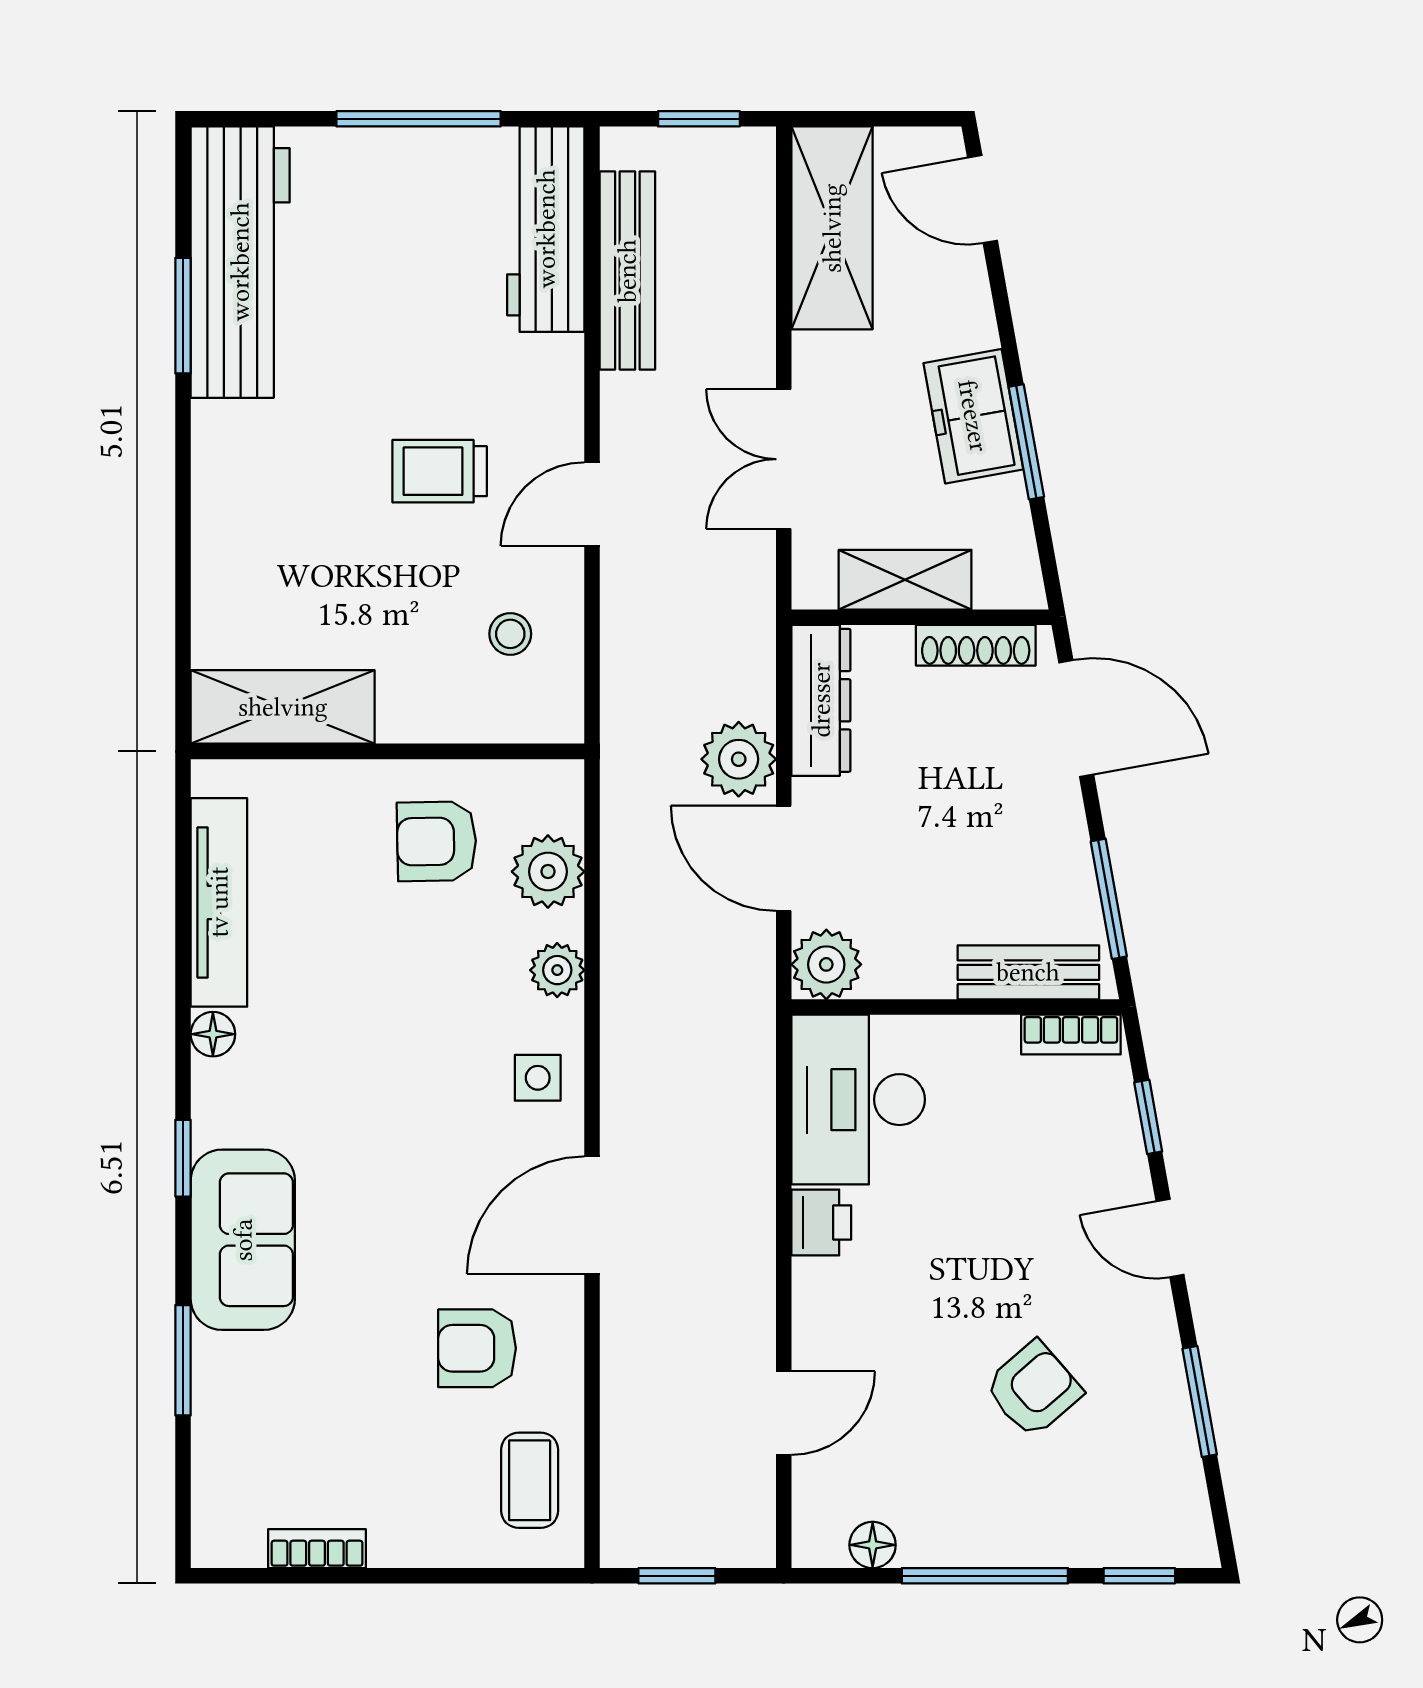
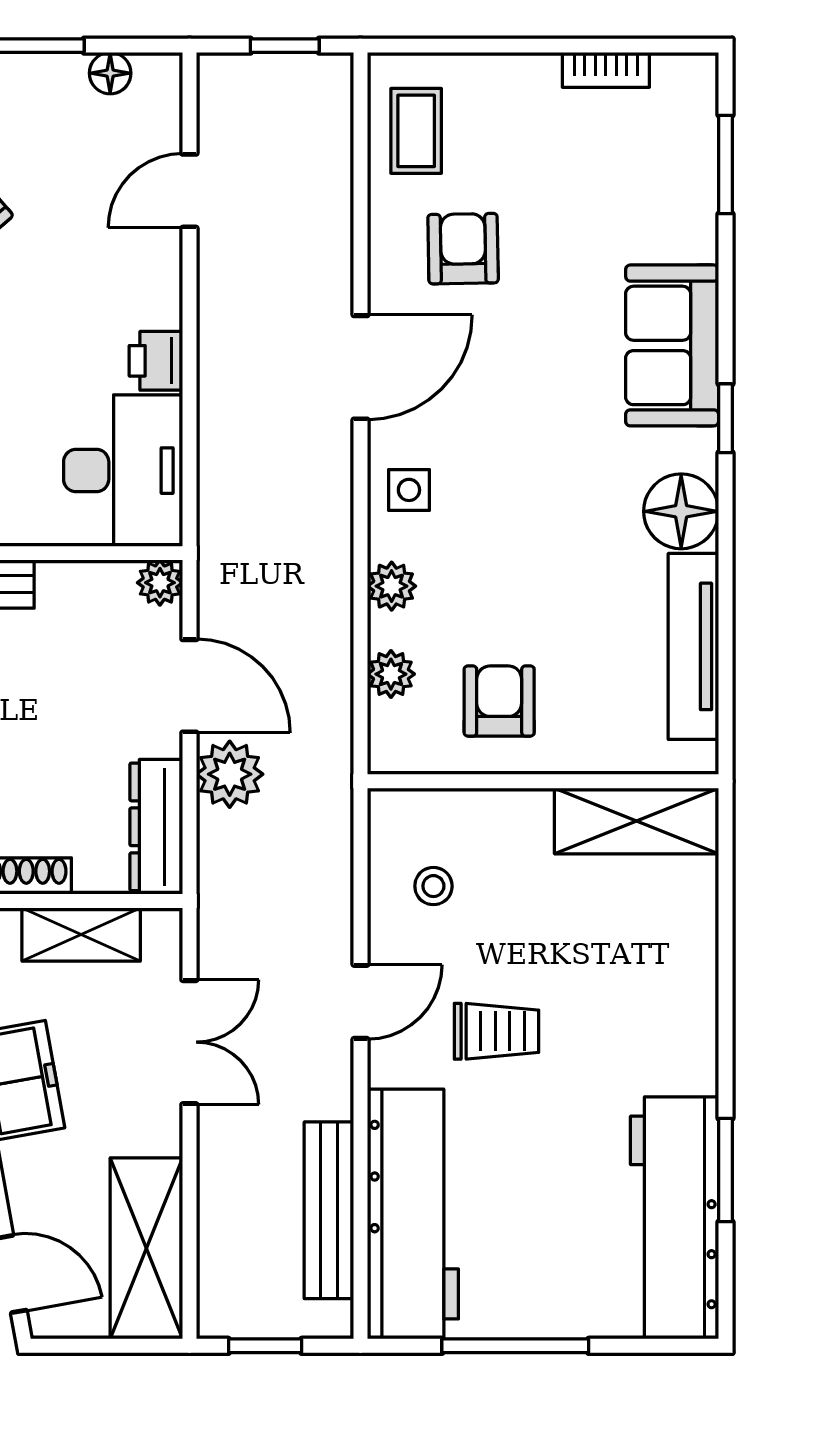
workbench: (546, 229) -> (413, 1214), width x1.36, depth x1.32
armchair: (437, 841) -> (499, 701), turned -89
plant: (548, 872) -> (391, 674), width x0.73, depth x0.73
plant: (826, 964) -> (160, 583), width x0.73, depth x0.73
floor lamp: (213, 1034) -> (681, 511), width x1.89, depth x1.89
armchair: (477, 1348) -> (463, 249), turned -91
window: (183, 1360) -> (725, 164), moved

